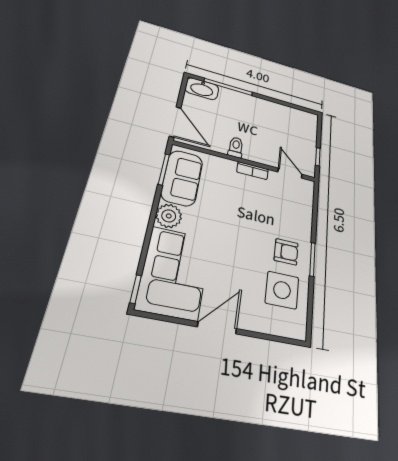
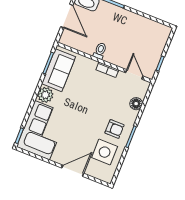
door: (175, 122) -> (67, 16), moved
floor lamp: (305, 211) -> (136, 104), added
door: (217, 328) -> (73, 171), moved

